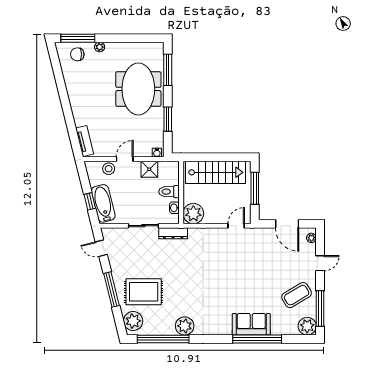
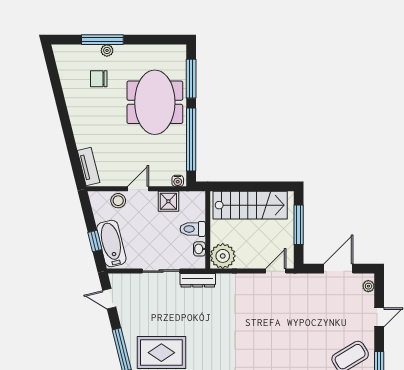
window: (78, 38) -> (102, 40), moved
chair: (77, 54) -> (99, 79), moved
window: (168, 119) -> (191, 139), width x2.11
door: (287, 224) -> (338, 269), swing flipped

